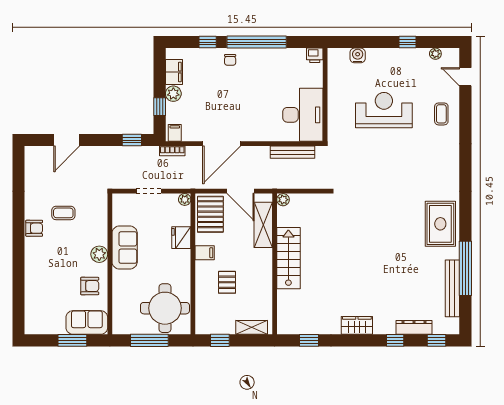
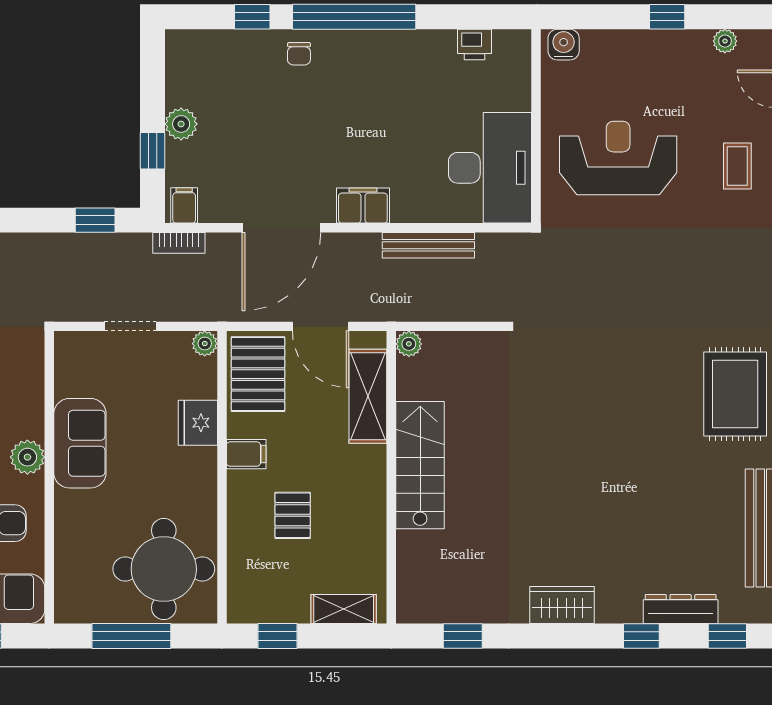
filing cabinet: (174, 72) -> (363, 206), moved, turned -90
wall: (325, 95) -> (536, 126), moved
desk: (303, 115) -> (490, 168), moved

